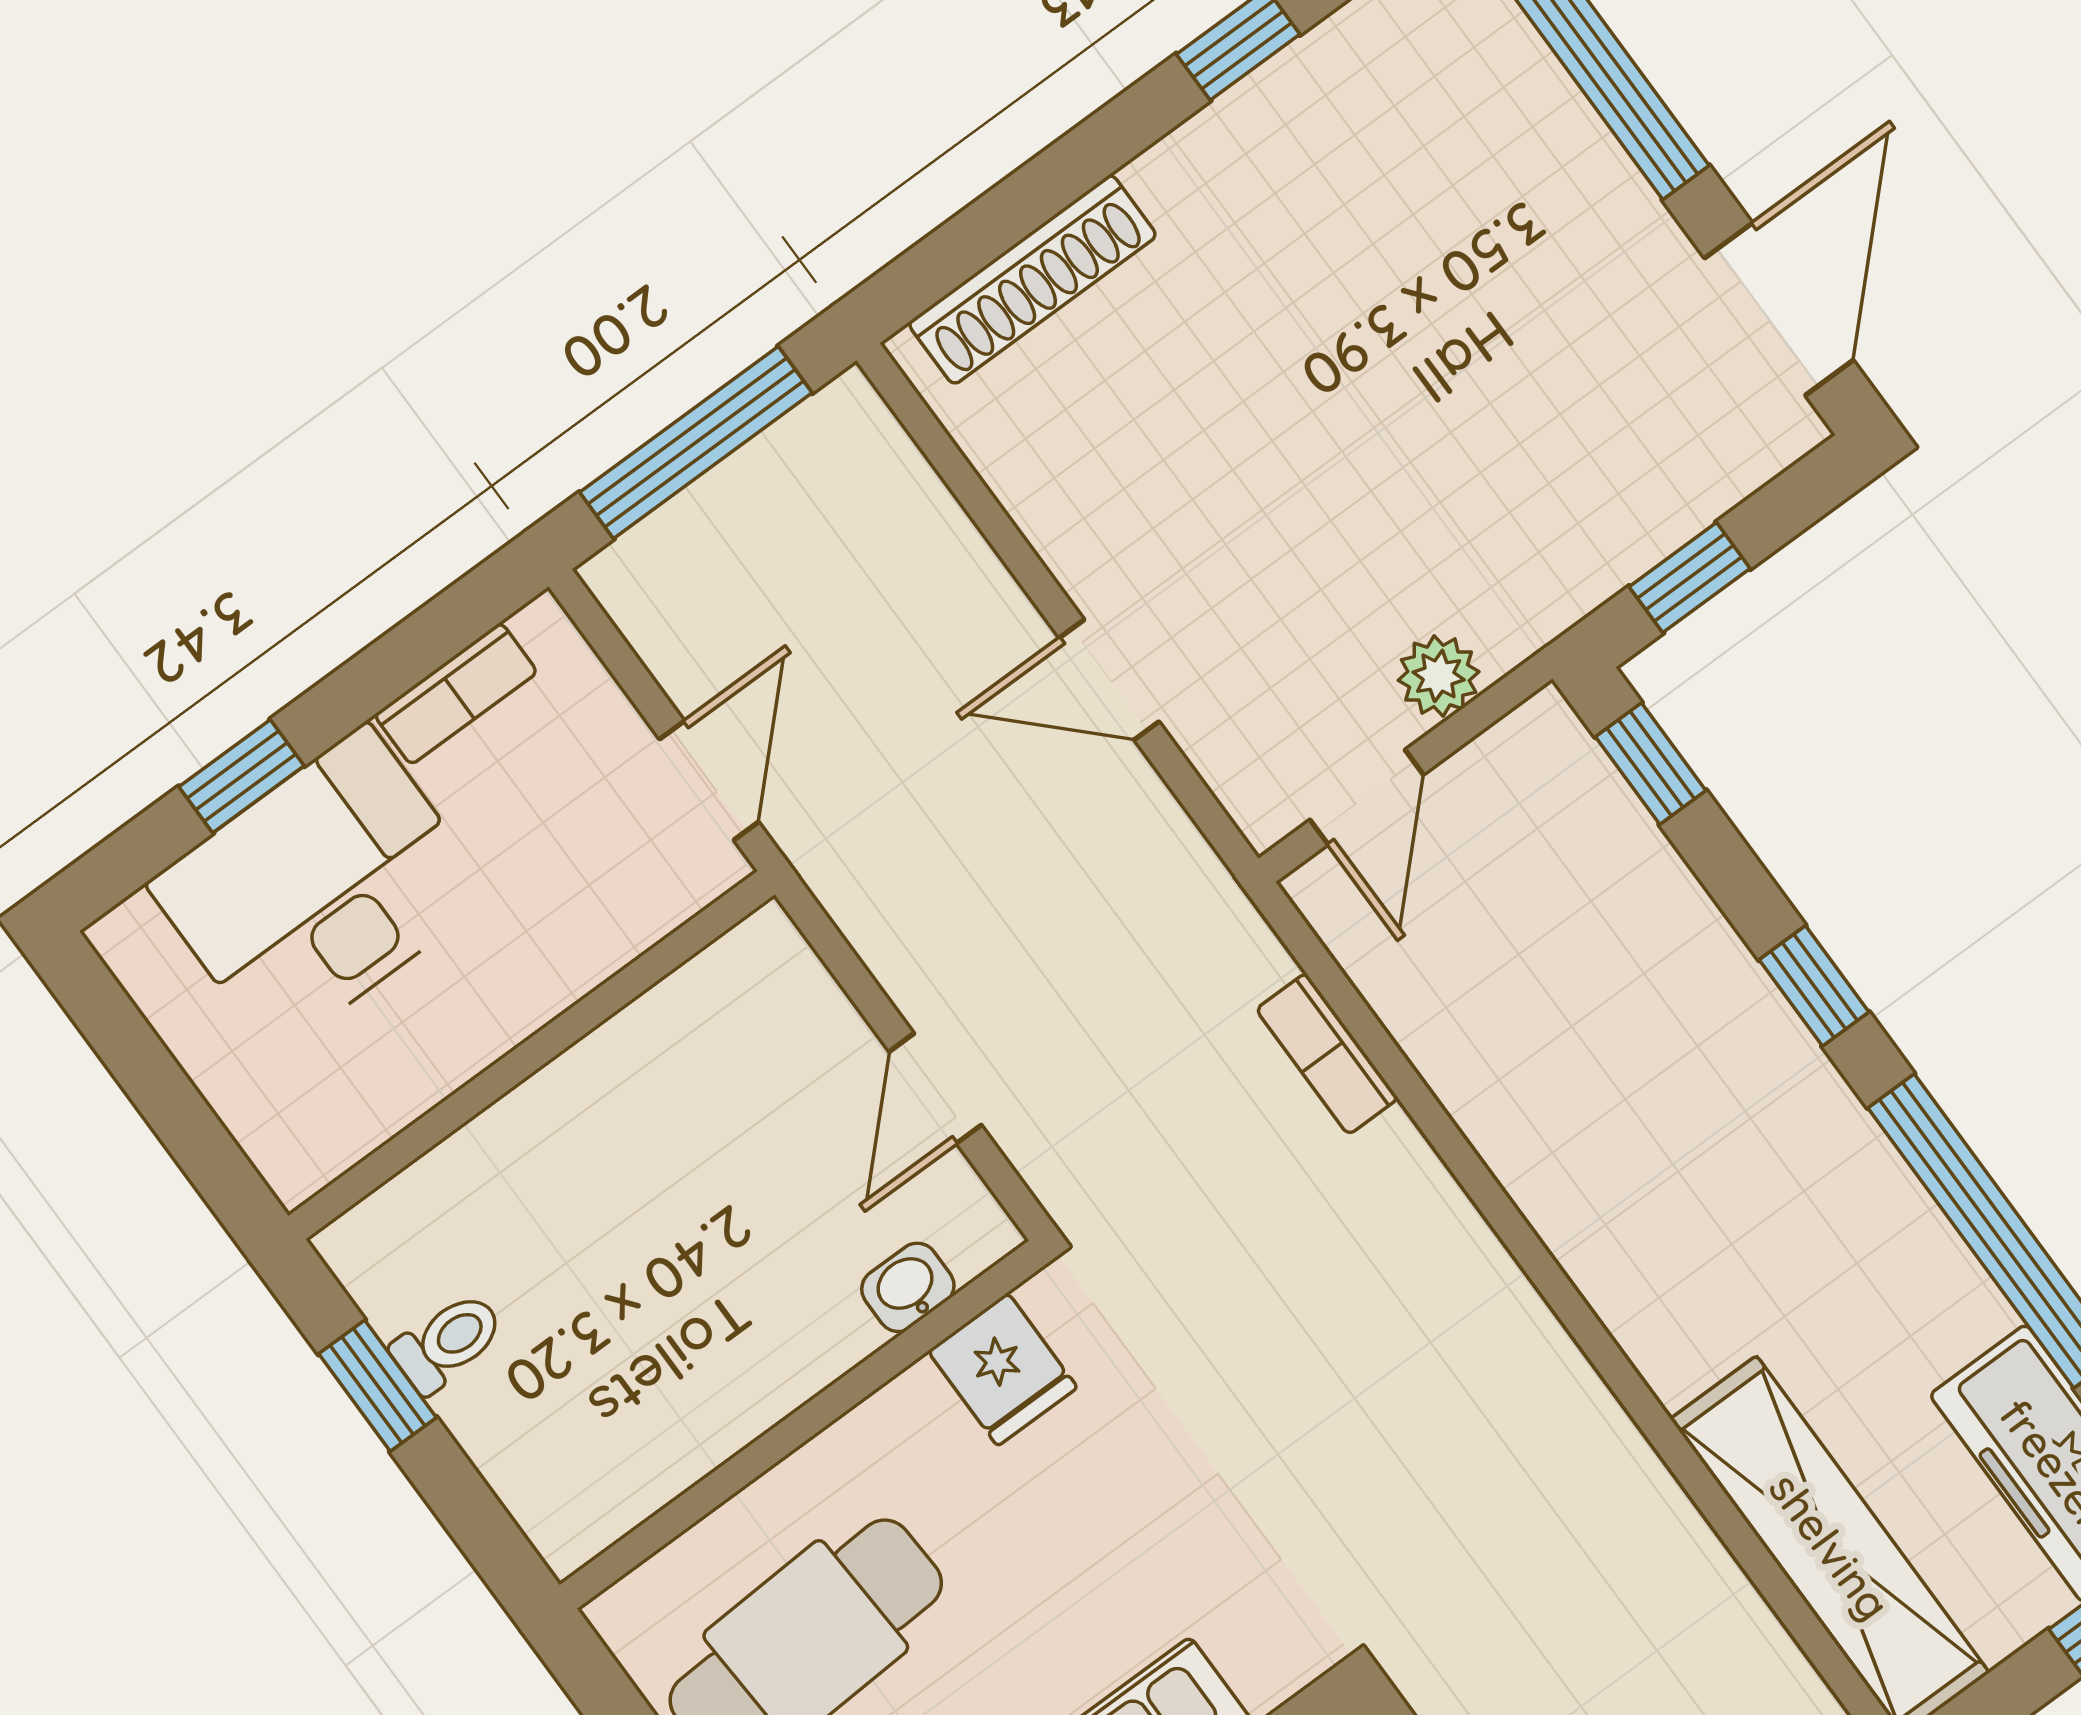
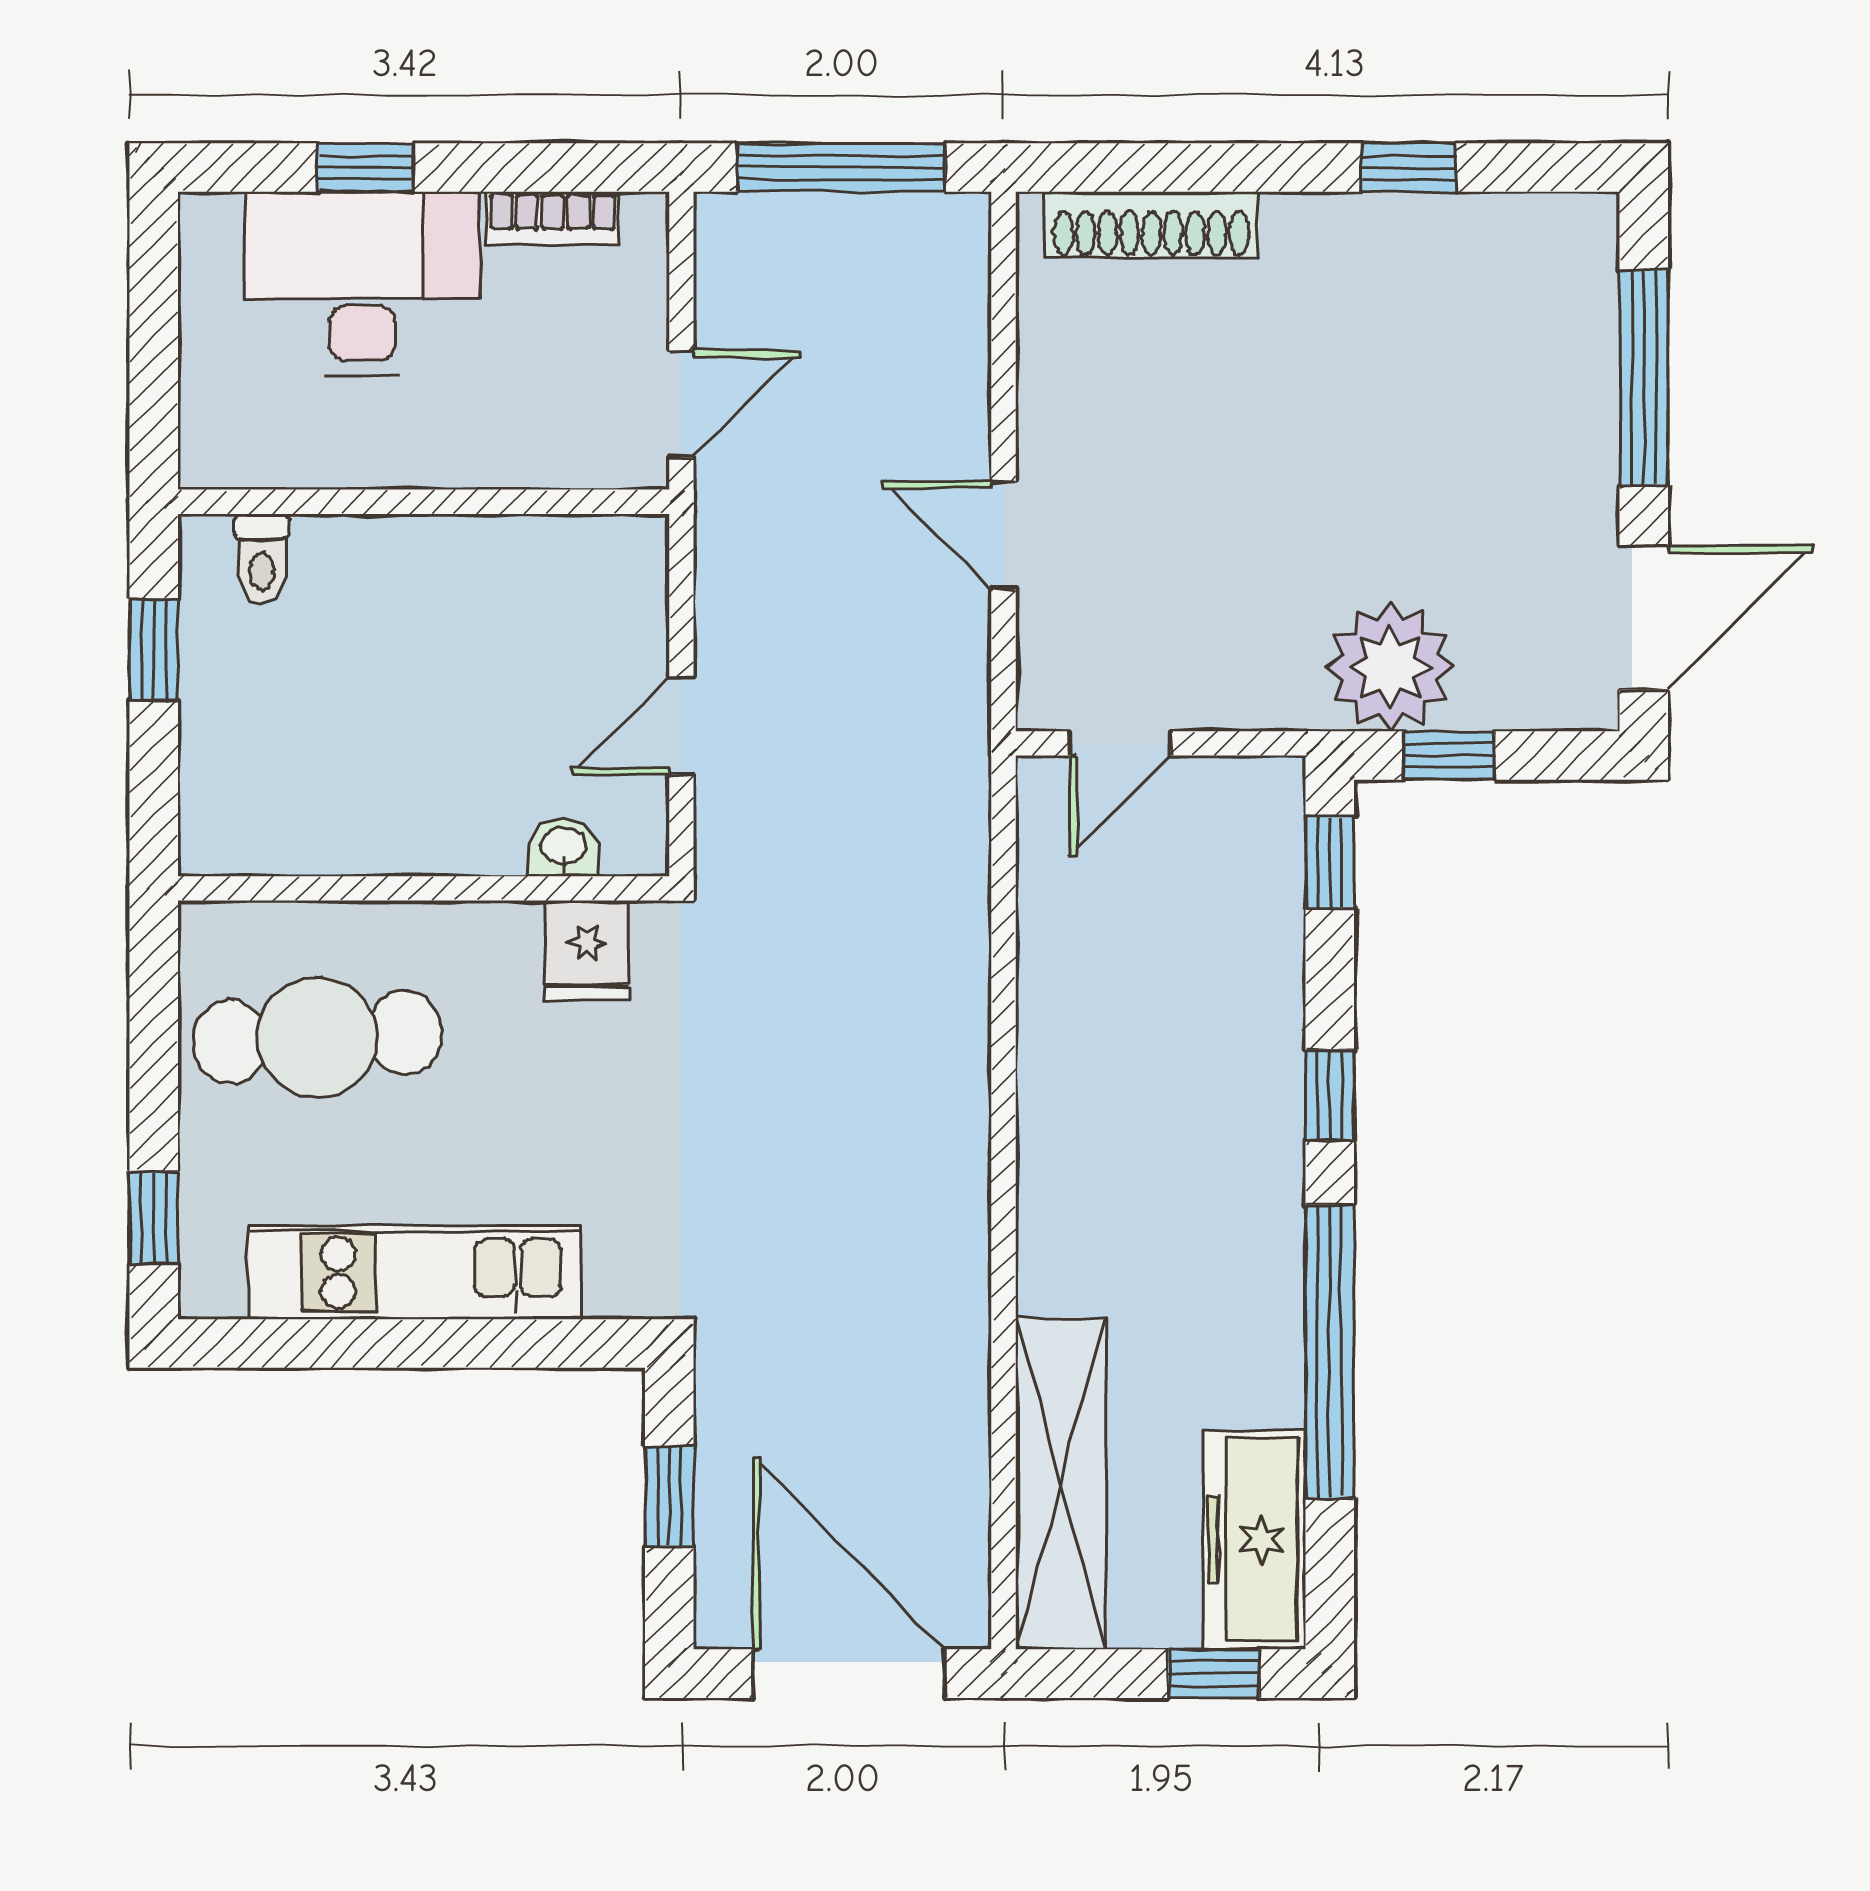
plant: (1439, 676) -> (1390, 667), moved, width x1.87, depth x1.87
bookcase: (1327, 1054) -> (965, 898), removed
toilet: (448, 1342) -> (262, 559), moved, turned 90

